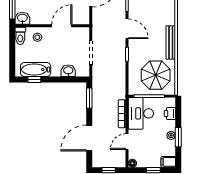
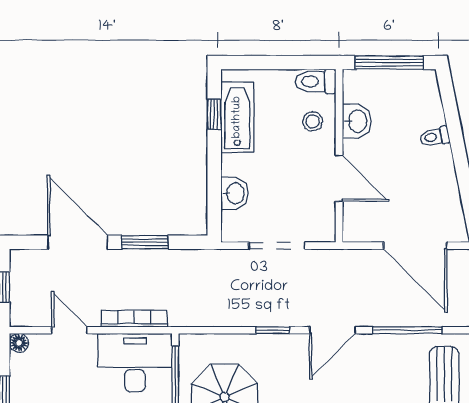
washbasin: (22, 18) -> (357, 121), moved
window: (89, 98) -> (145, 242), moved

